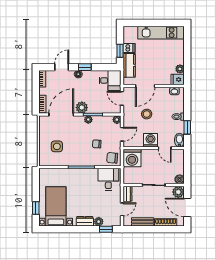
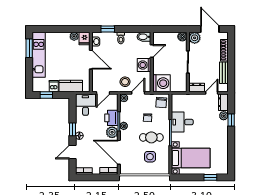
window: (168, 23) -> (29, 48), added
window: (120, 51) -> (46, 95), moved
door: (62, 67) -> (72, 152), hinge flipped
door: (145, 86) -> (91, 60), moved
printer: (96, 107) -> (111, 118), added
stool: (147, 114) -> (125, 82), moved
window: (187, 127) -> (108, 29), moved
door: (122, 134) -> (138, 93), hinge flipped
cafe table: (77, 148) -> (151, 137), added
desk: (108, 179) -> (182, 122), moved
bed with nightstands: (56, 206) -> (191, 158), moved, turned 180
door: (187, 207) -> (210, 29), swing flipped
door: (122, 209) -> (212, 93), hinge flipped
dresser: (85, 221) -> (223, 102), moved
window: (106, 229) -> (231, 120), moved

